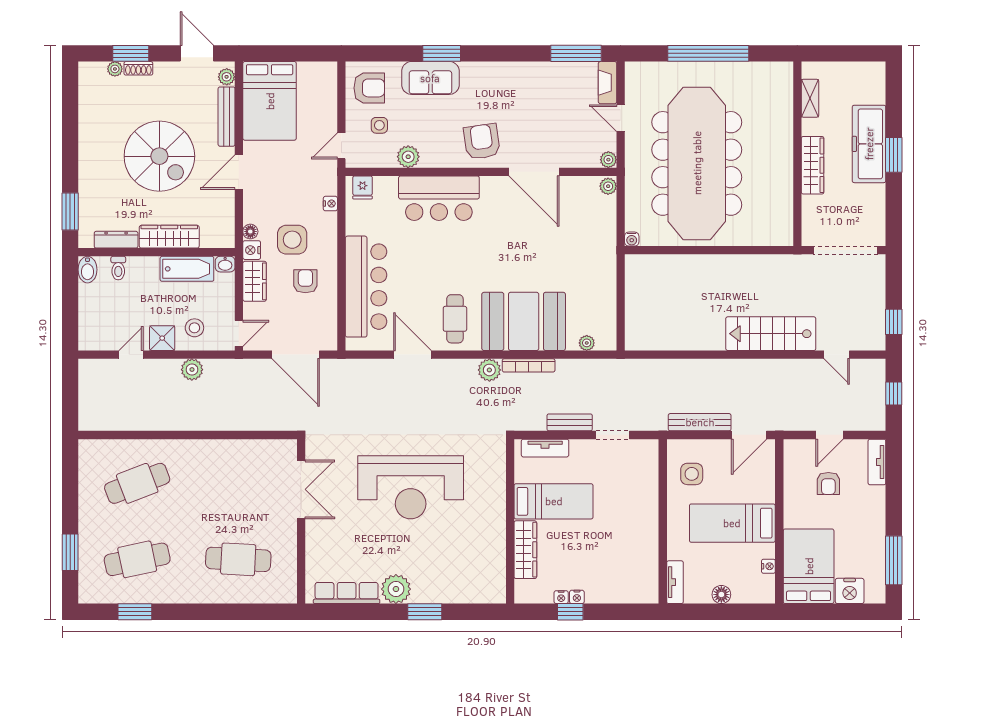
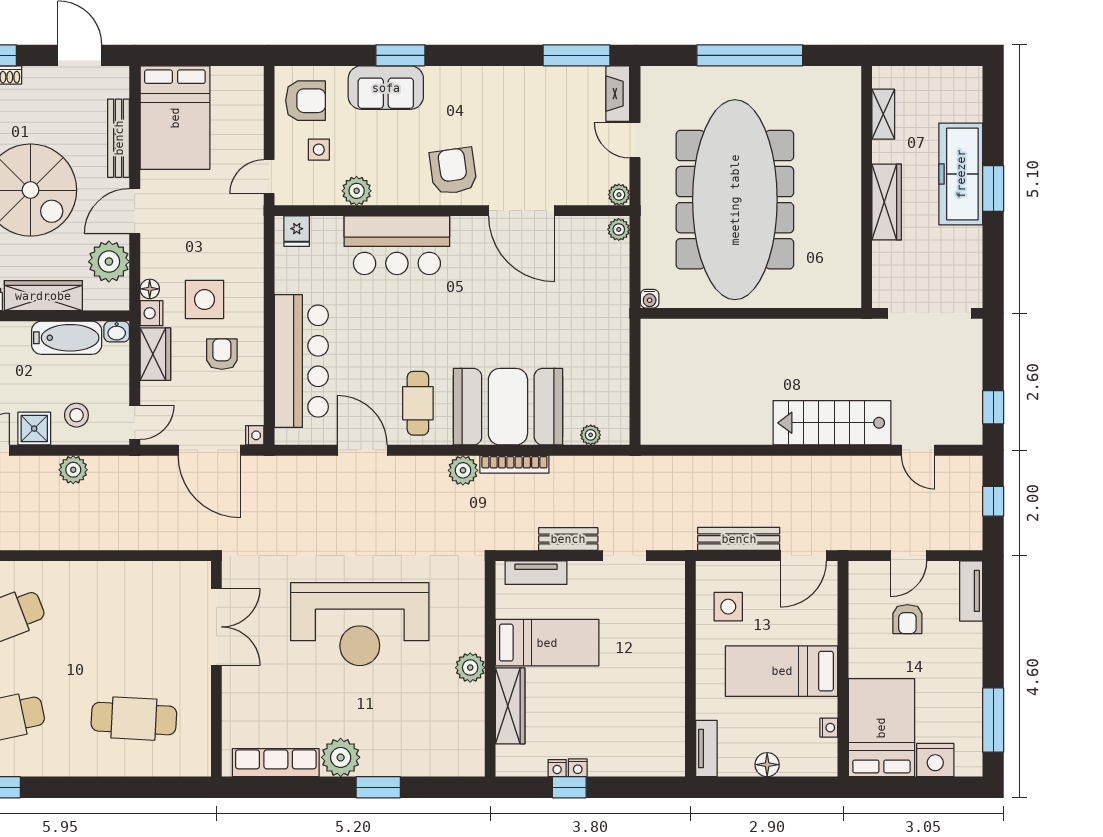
plant: (227, 77) -> (109, 262), moved, width x1.87, depth x1.87
nightstand: (330, 204) -> (255, 435), moved
plant: (495, 520) -> (470, 668), added

